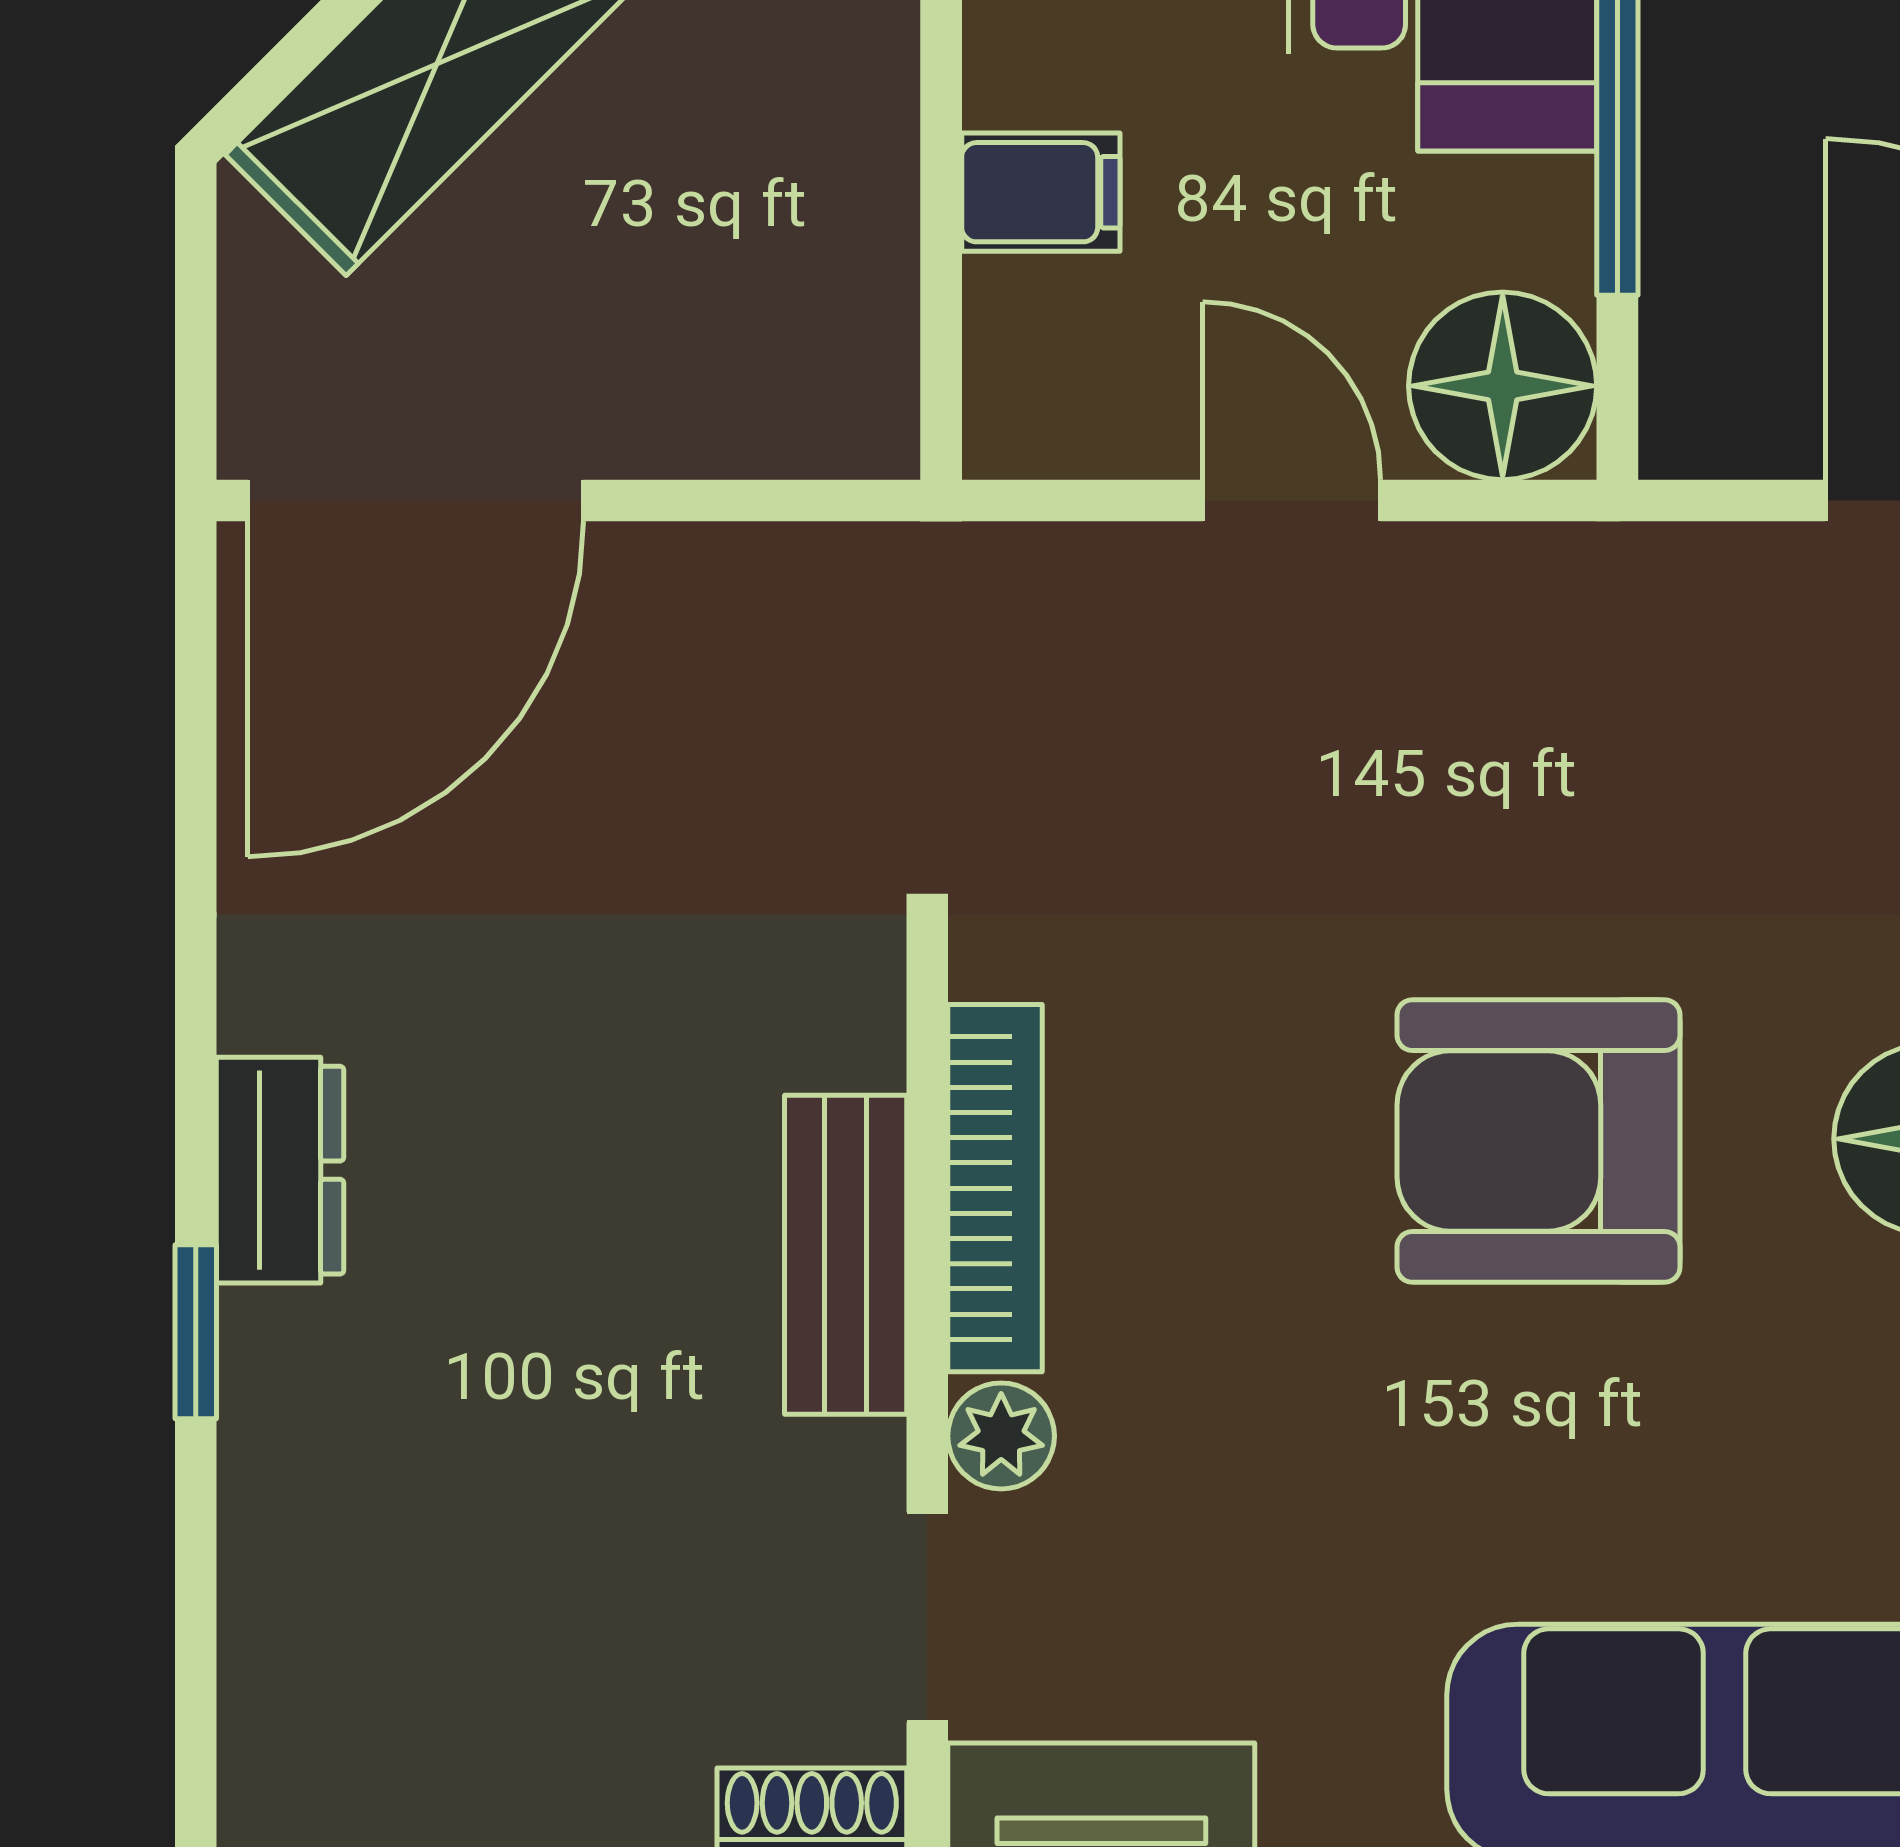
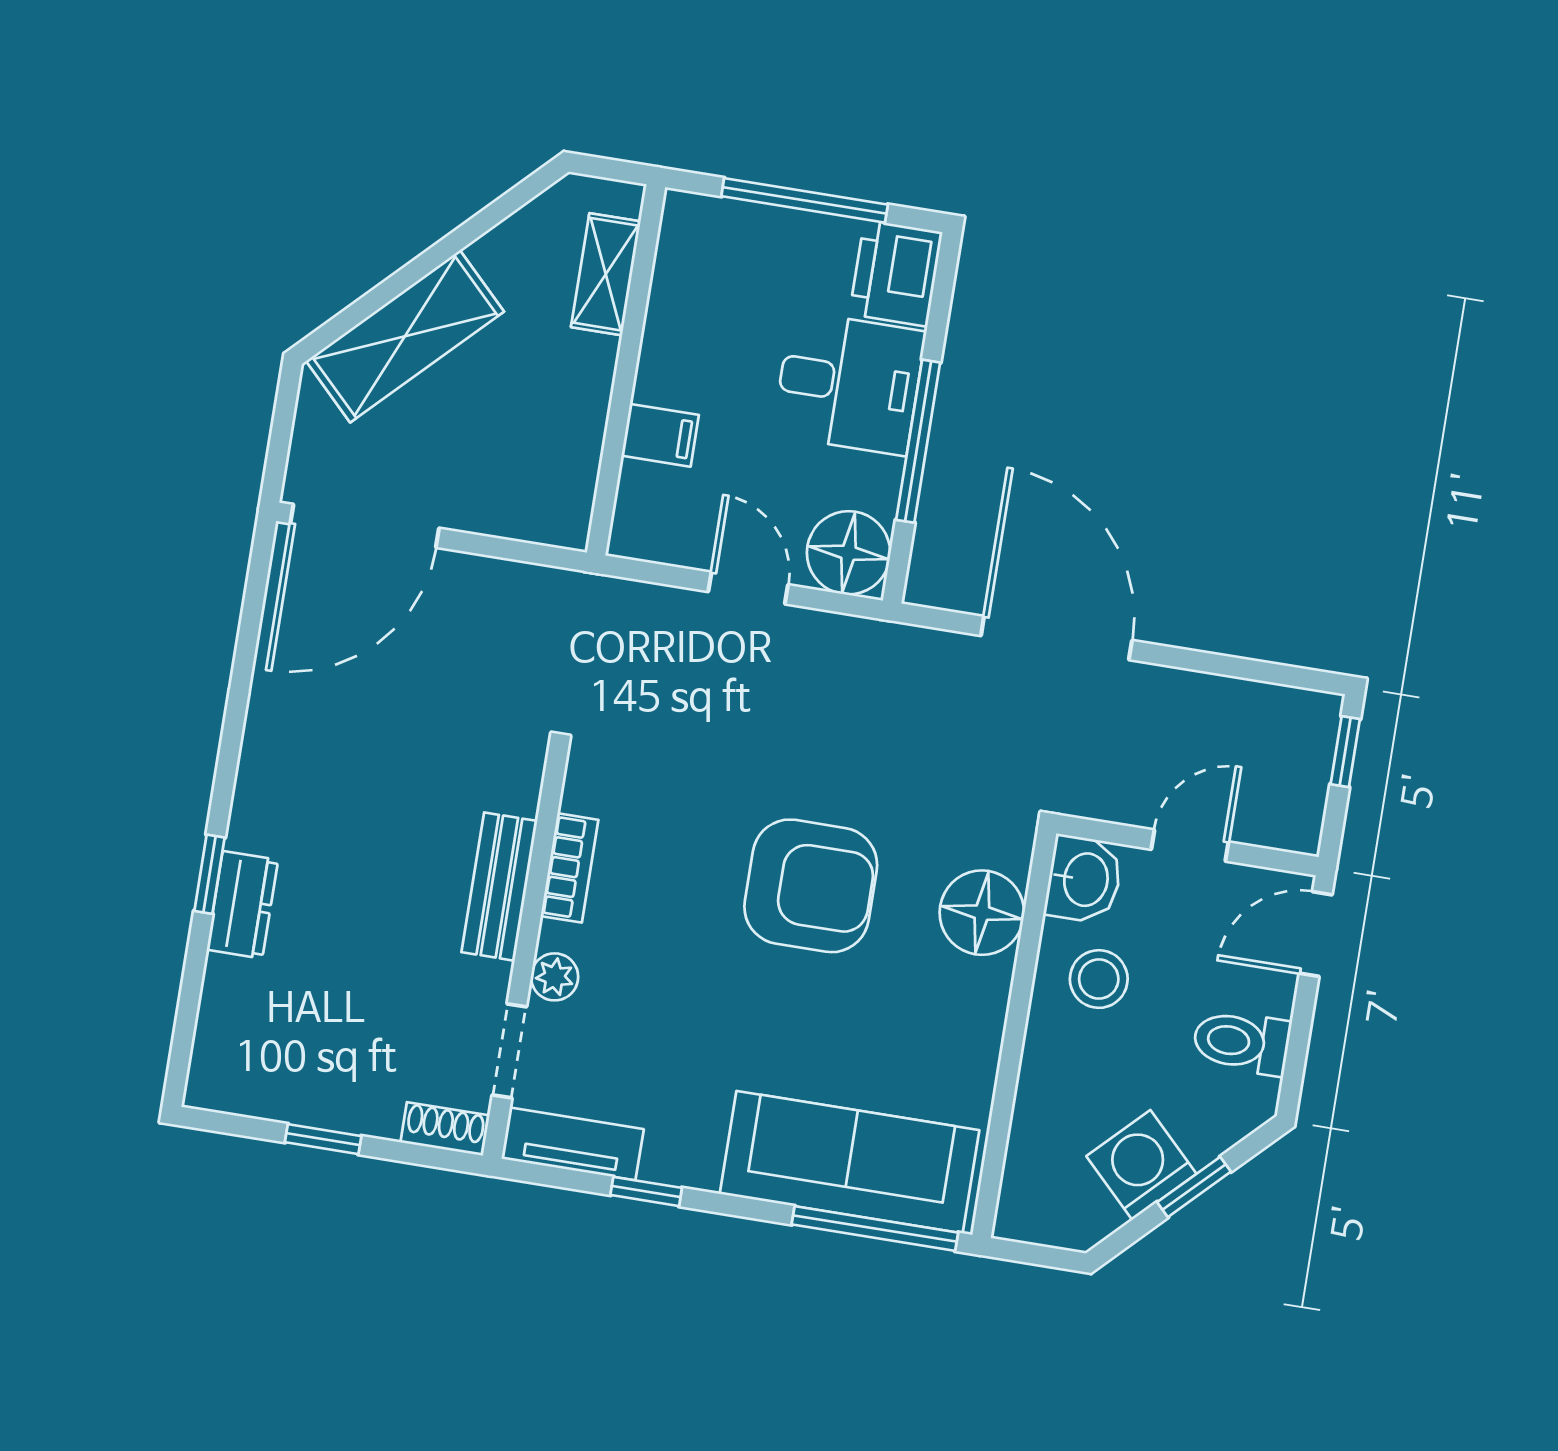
armchair: (1538, 1141) -> (811, 886), turned 180
dresser: (280, 1170) -> (242, 905), moved
bookcase: (995, 1188) -> (570, 868), width x0.64

